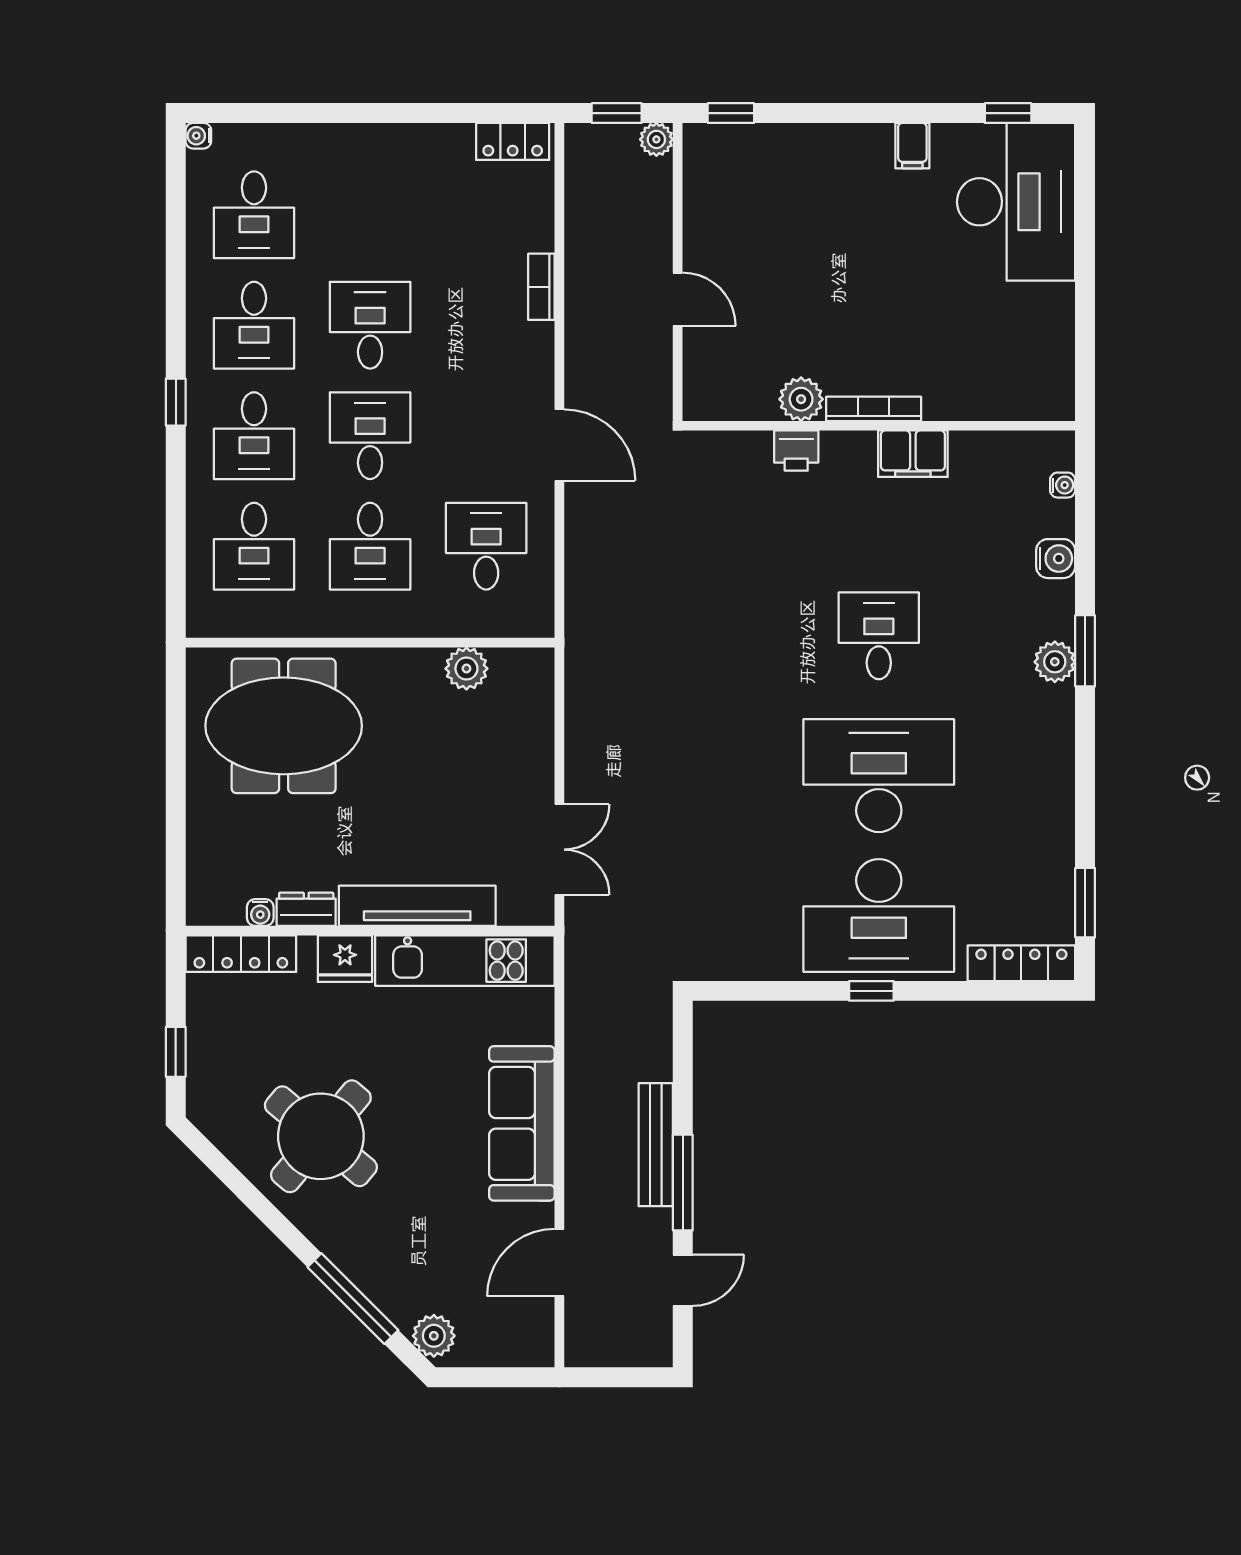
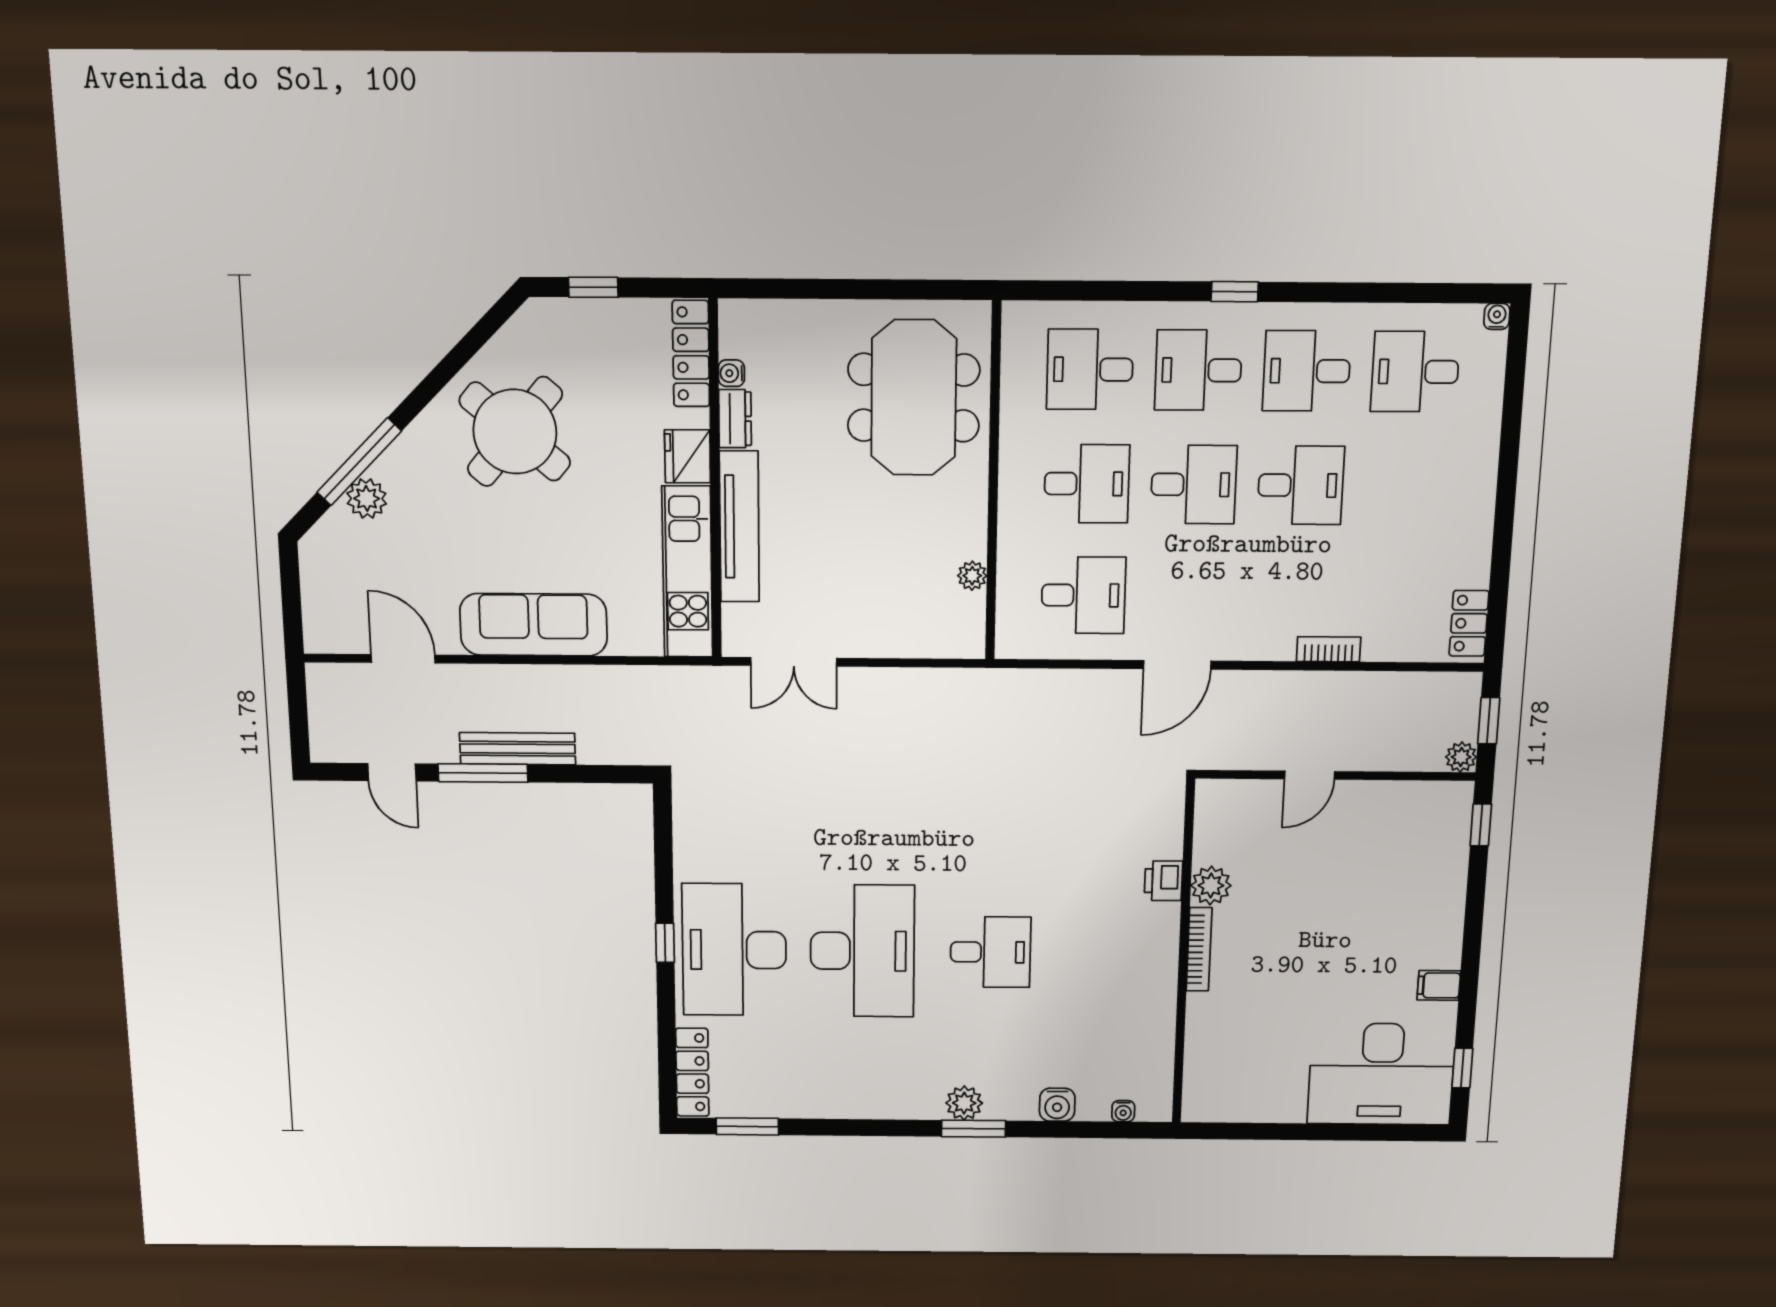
filing cabinet: (913, 454) -> (1156, 983), removed
desk: (370, 546) -> (1087, 484), turned 180
plant: (466, 669) -> (972, 576), width x0.73, depth x0.73
plant: (434, 1336) -> (367, 498), moved

